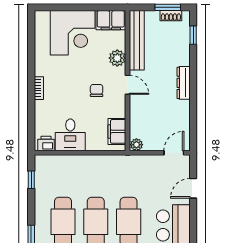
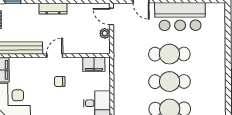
plant: (117, 58) -> (32, 64), removed
plant: (136, 145) -> (105, 33), moved

